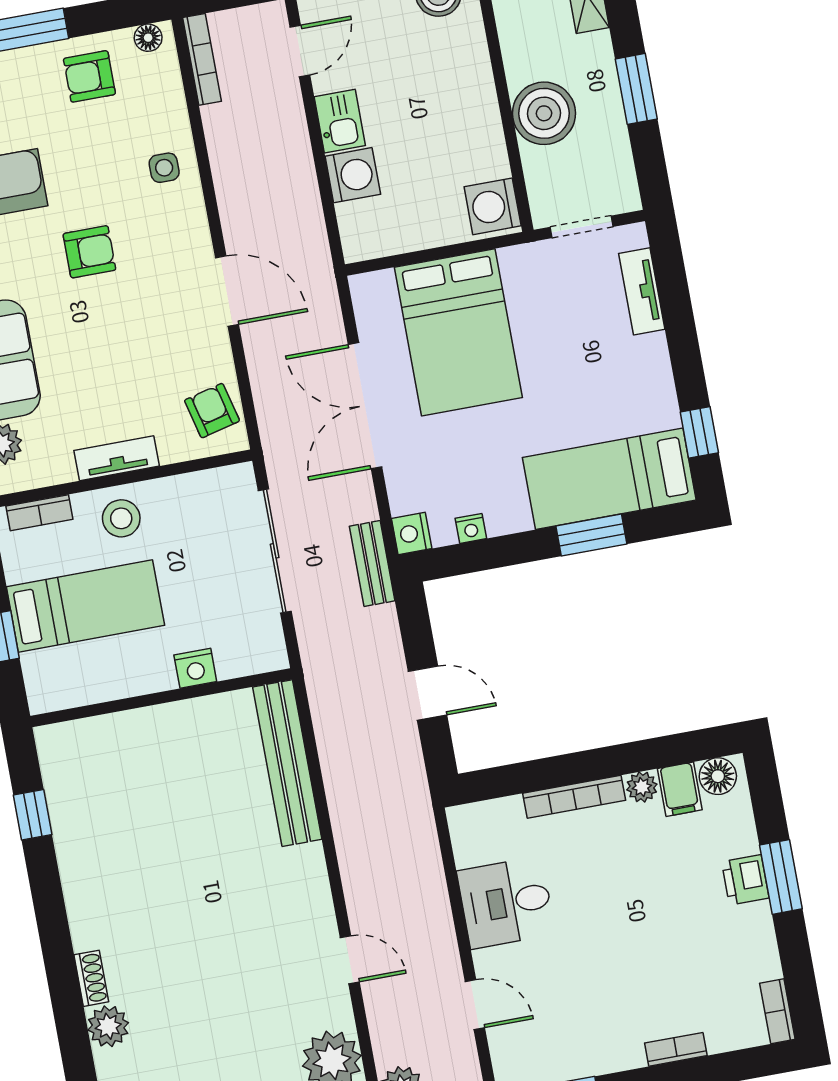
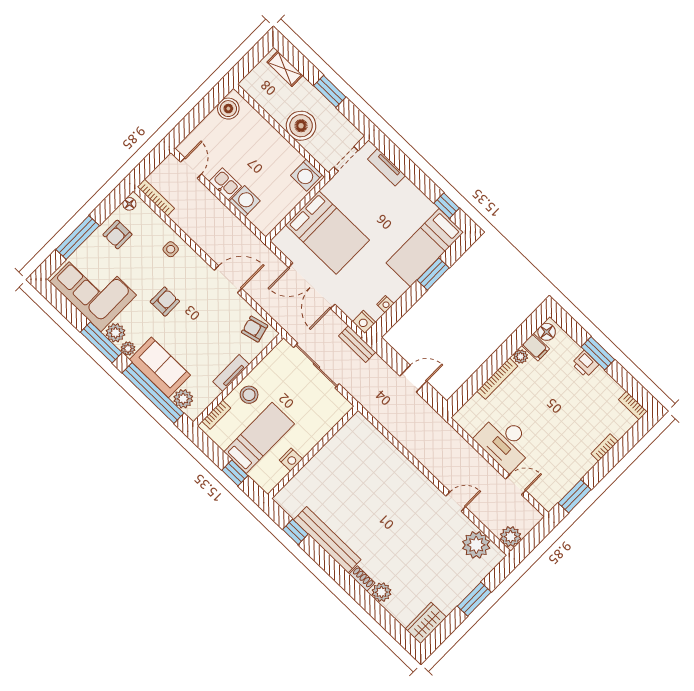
nightstand: (195, 668) -> (291, 460), moved
bench: (287, 763) -> (327, 540), moved
desk: (506, 903) -> (505, 442), width x1.37

